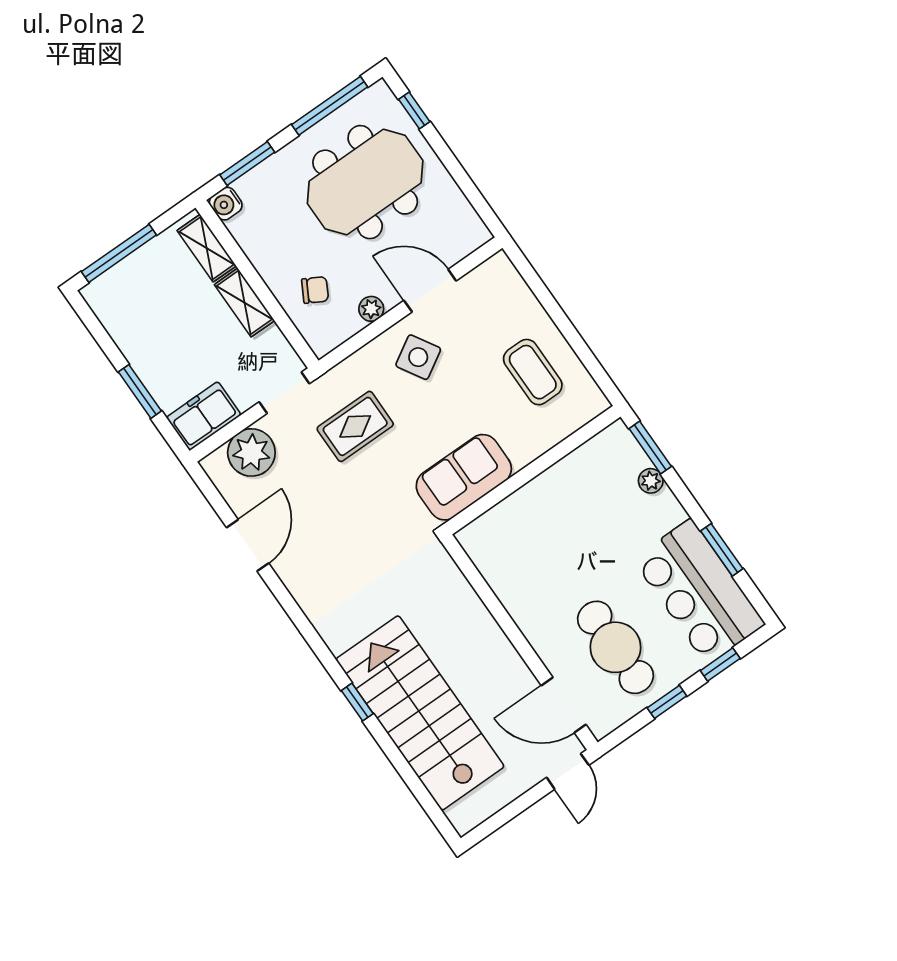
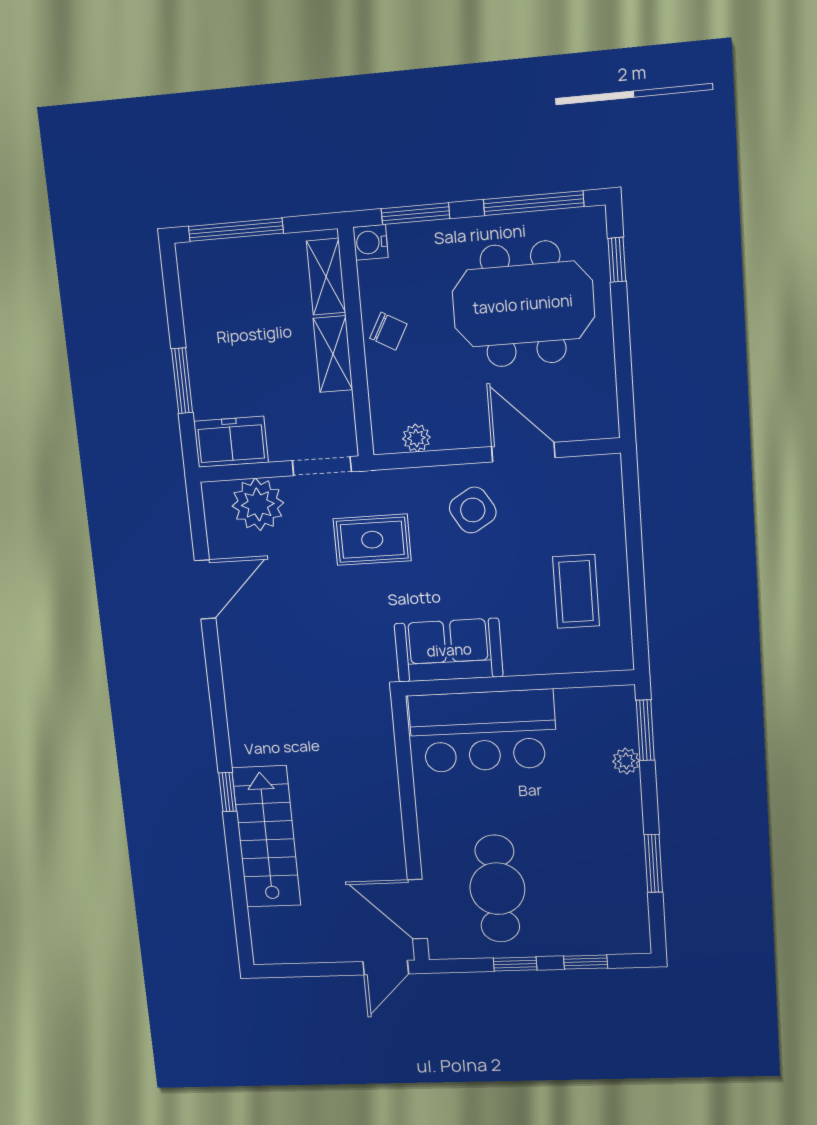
chair: (315, 290) -> (388, 331), moved
plant: (371, 309) -> (416, 438), moved
bar counter: (699, 592) -> (483, 731), moved, turned -90
stairs: (420, 713) -> (266, 837), width x0.73, depth x0.66

